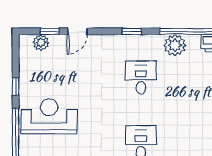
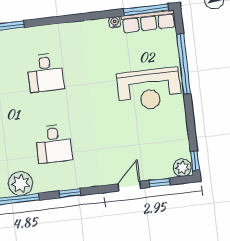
plant: (41, 42) -> (182, 168), moved
window: (16, 87) -> (195, 161), moved

